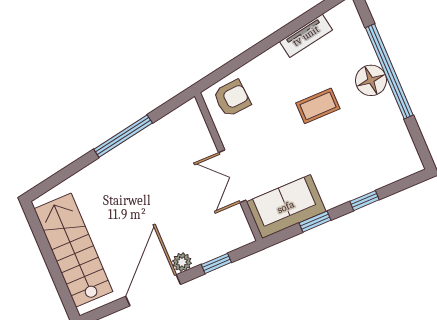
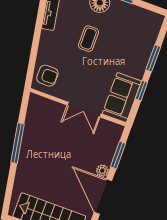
armchair: (232, 98) -> (47, 76), turned 94
window: (364, 201) -> (153, 58), width x1.50
window: (216, 263) -> (118, 155), width x1.50

